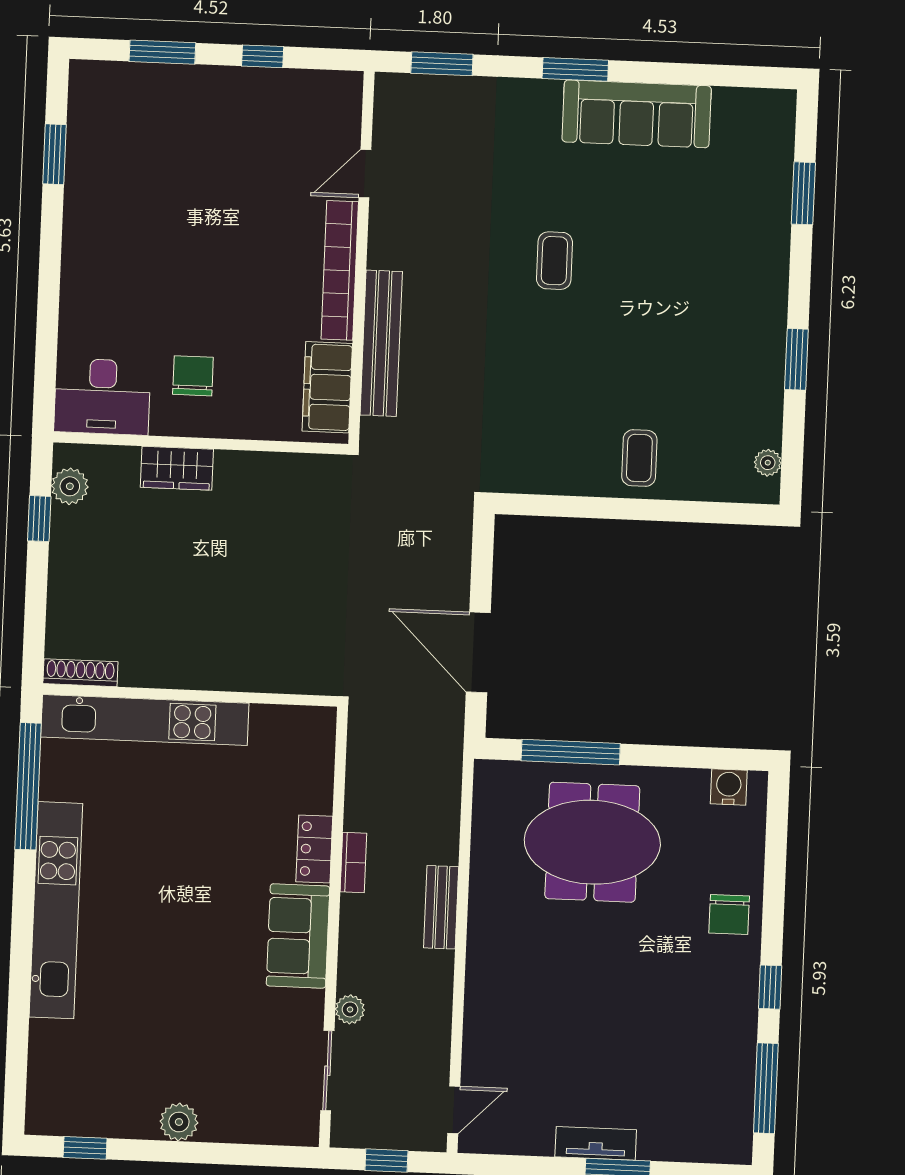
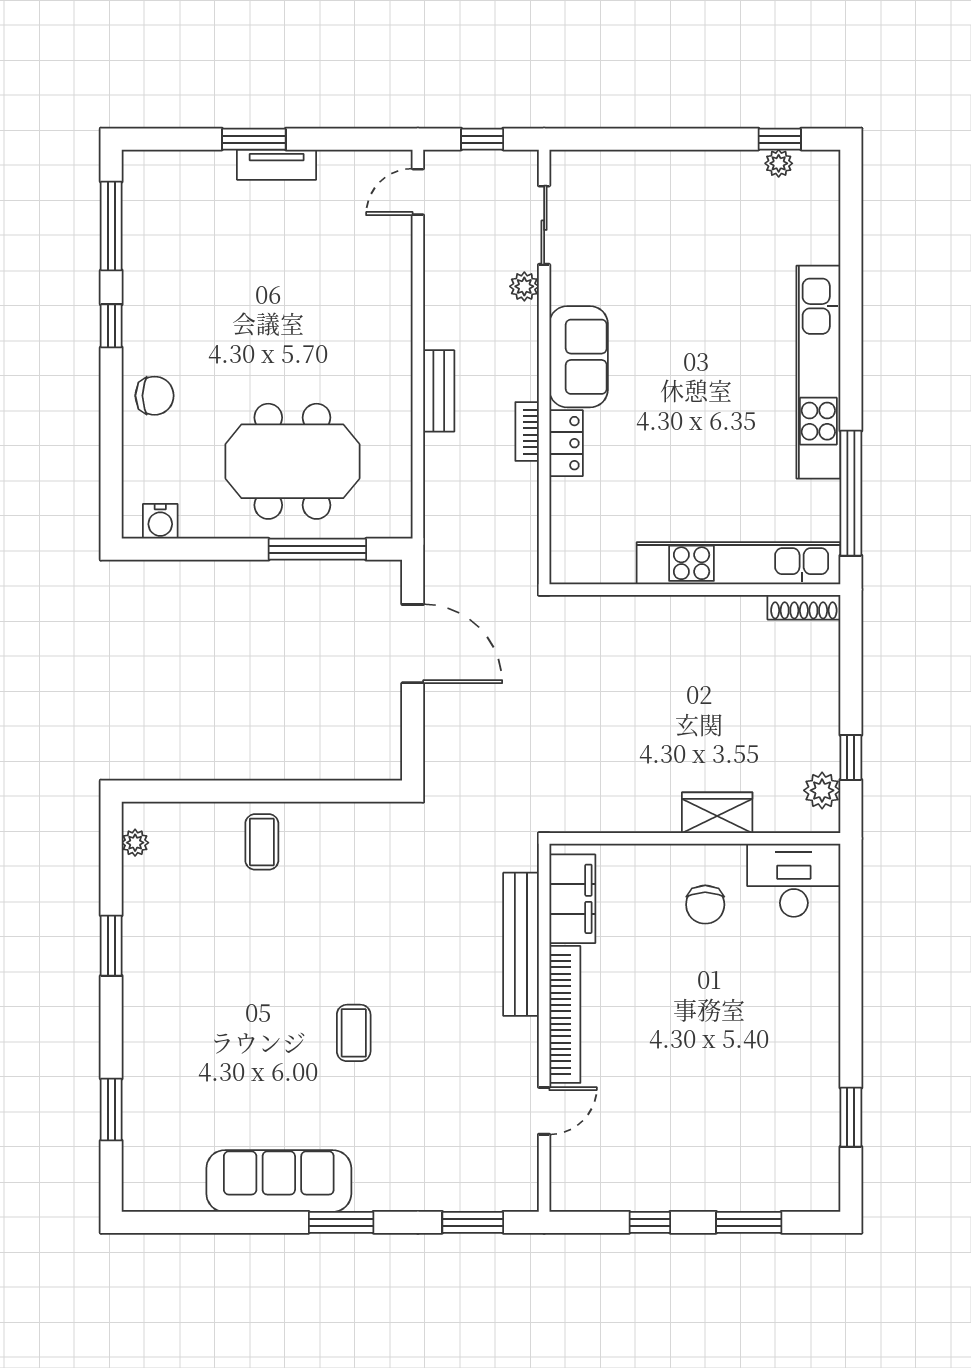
chair: (729, 915) -> (155, 396), turned 90
plant: (179, 1122) -> (779, 163), moved, width x0.73, depth x0.73

